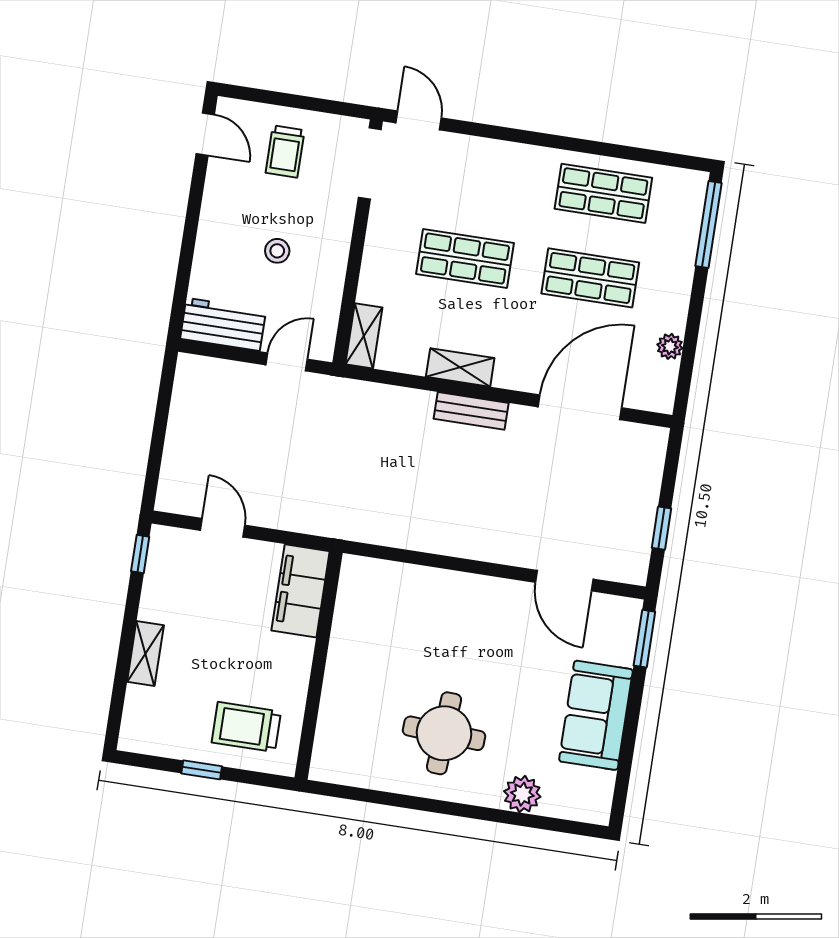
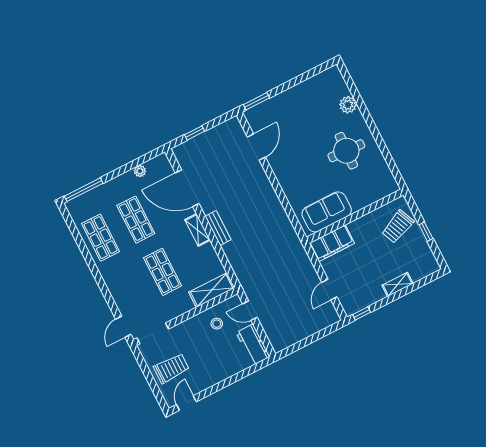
trolley: (285, 151) -> (171, 368), width x1.36, depth x1.39
stool: (277, 251) -> (217, 324), moved
shelving: (364, 336) -> (212, 290), width x1.50, depth x1.33
shelving: (460, 367) -> (197, 230), moved
window: (661, 528) -> (195, 133), moved
sofa: (596, 715) -> (327, 212), moved, turned 180
trolley: (246, 727) -> (398, 227), turned 67

